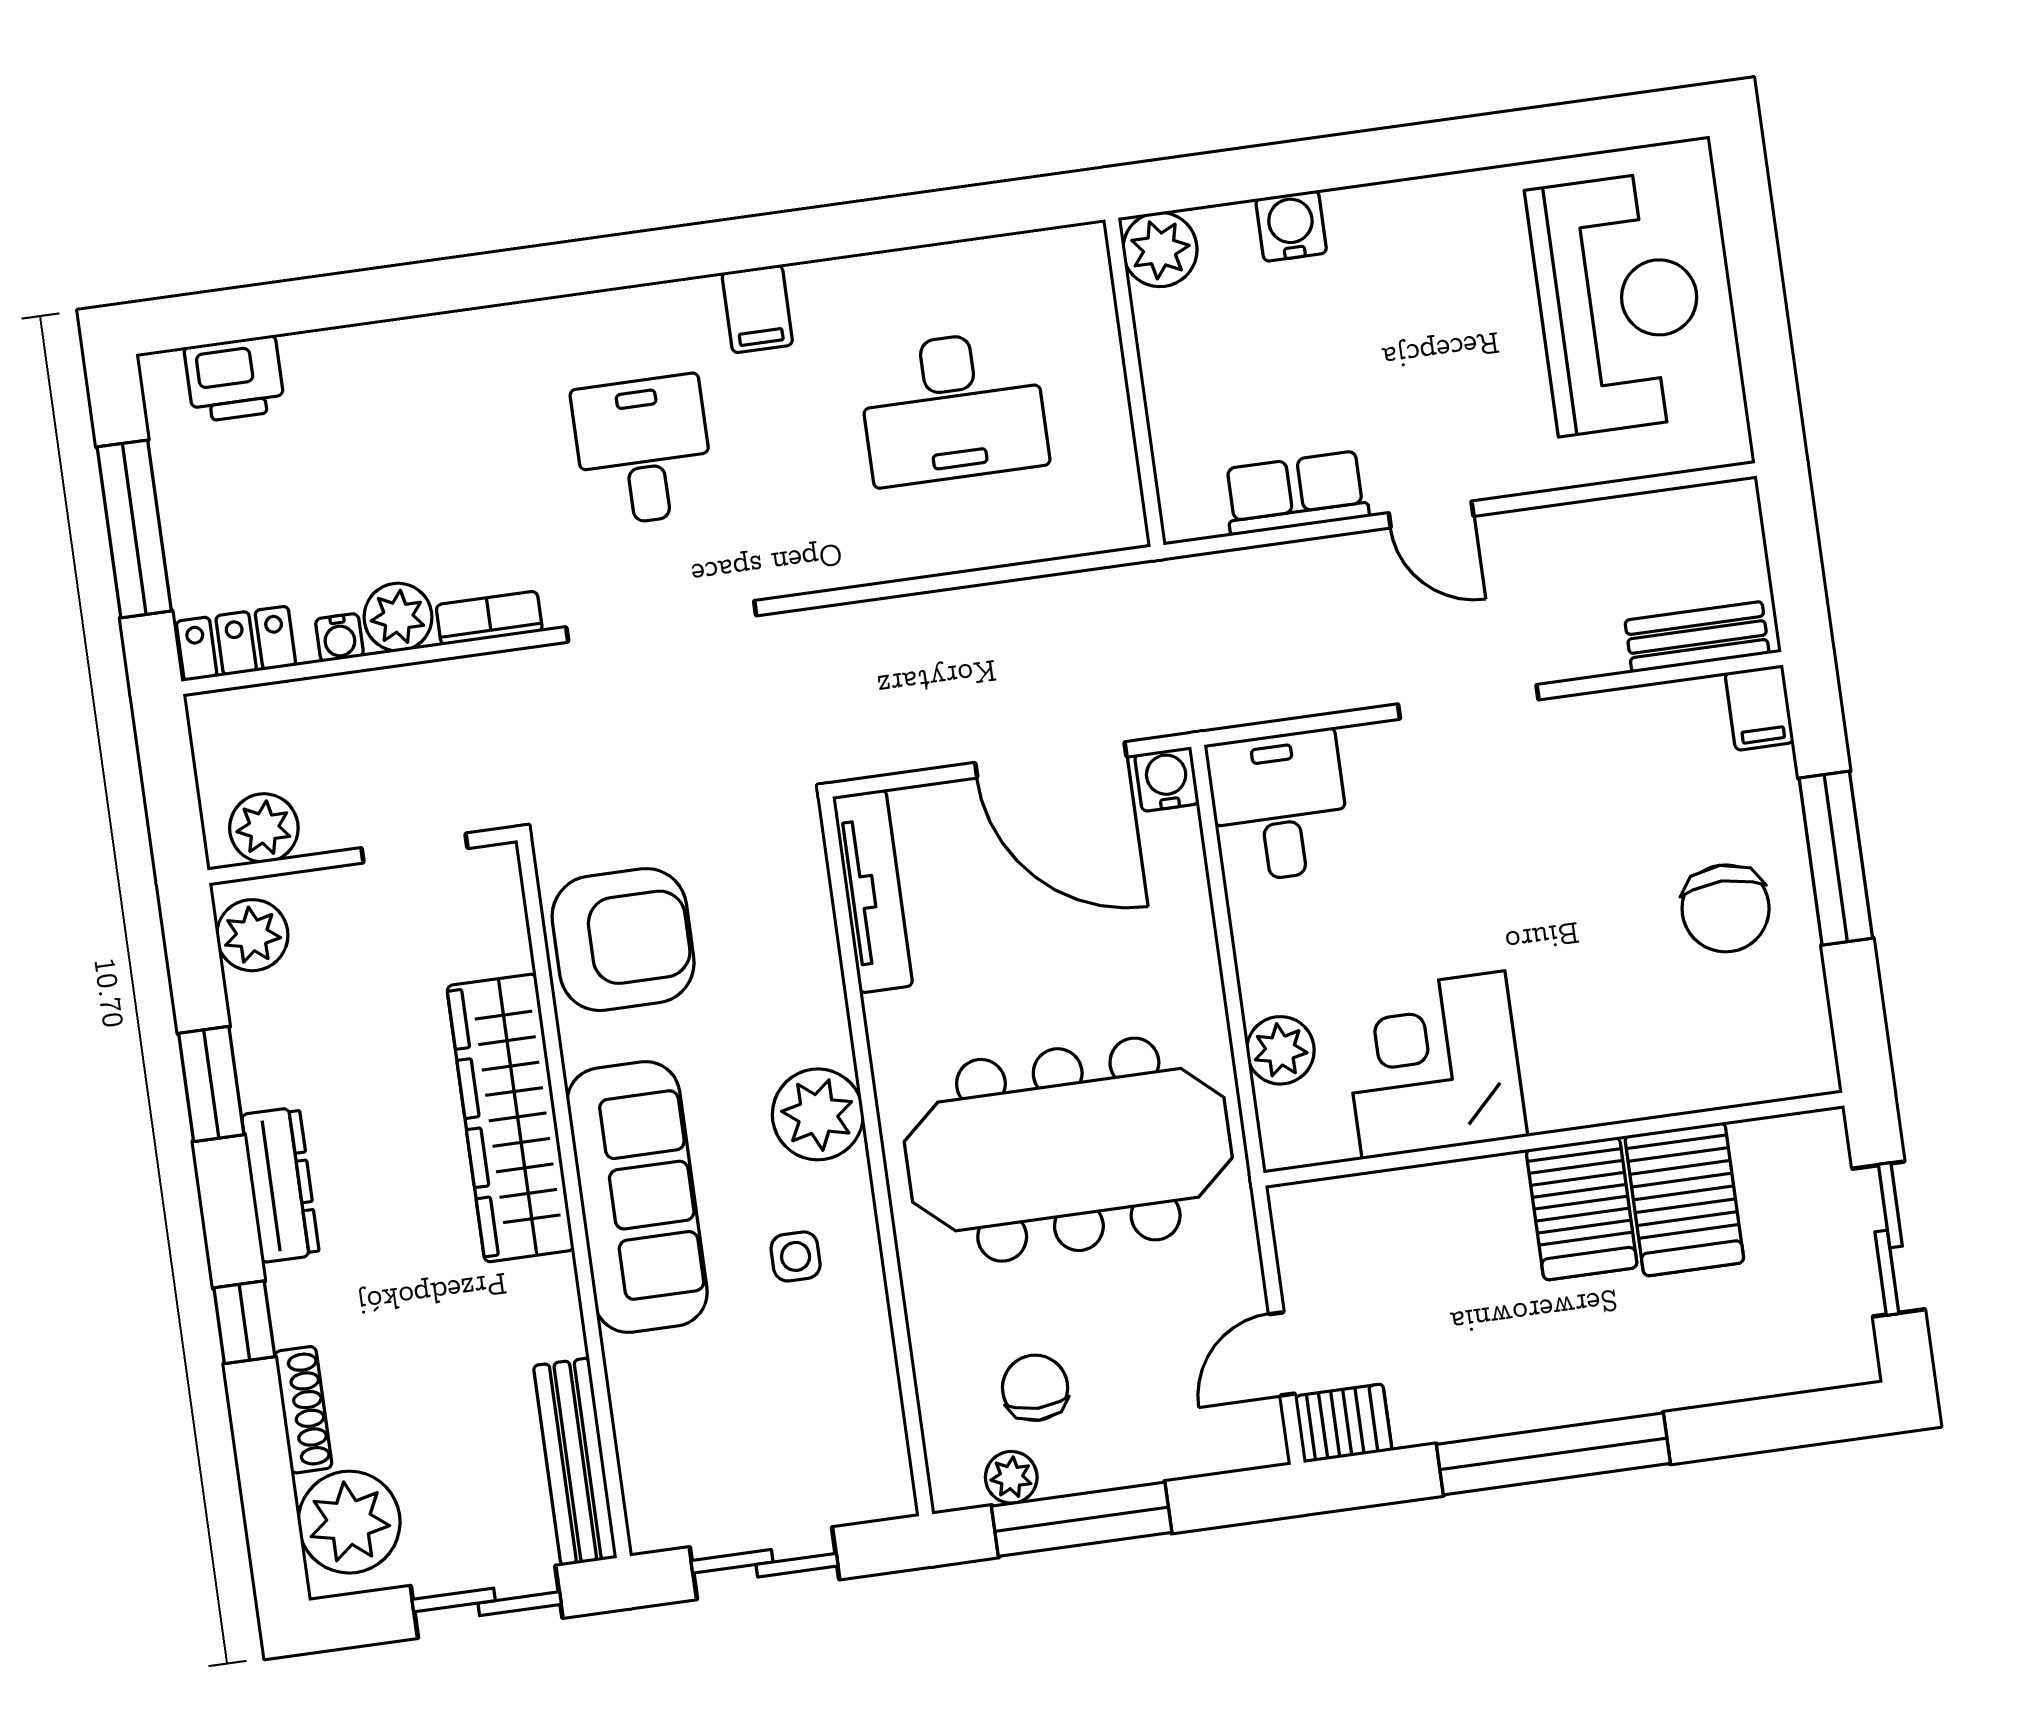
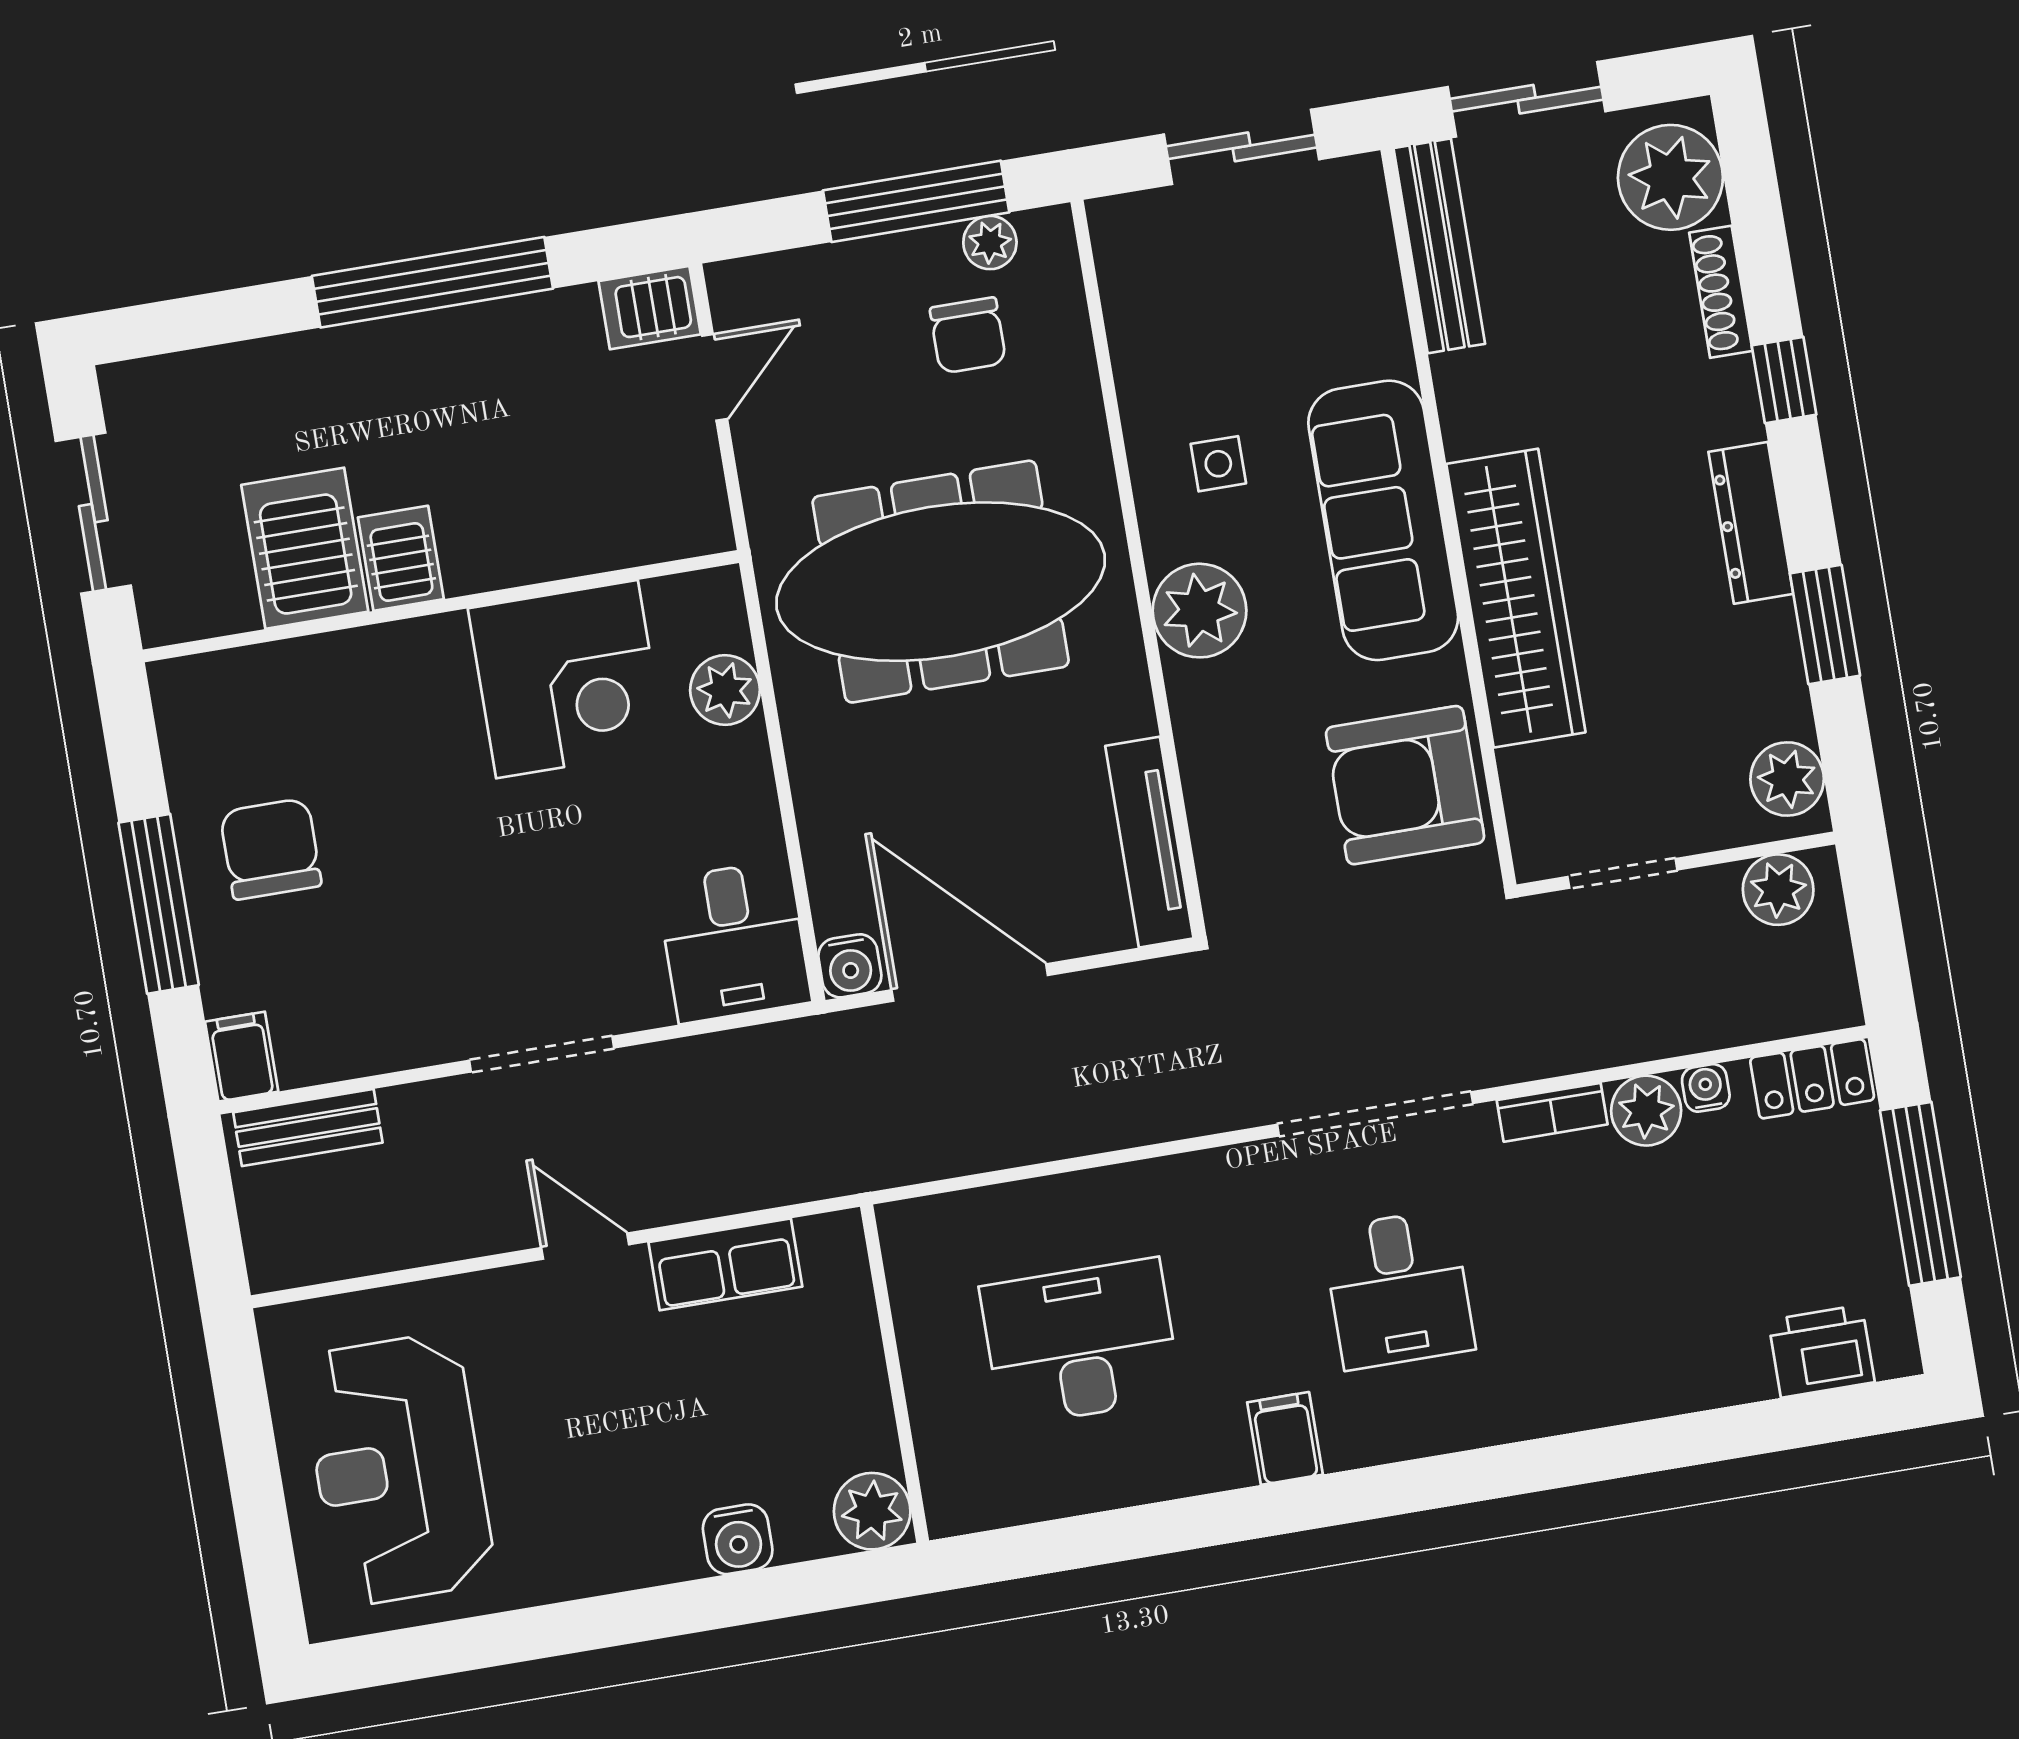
server rack: (1582, 1209) -> (401, 558), width x0.73, depth x0.70

